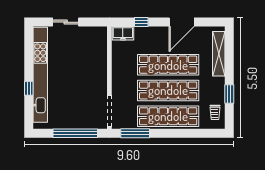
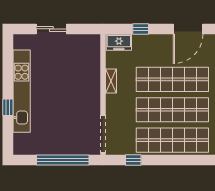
shelving: (116, 66) -> (111, 81), added
kitchen unit: (40, 75) -> (22, 91), width x0.73
window: (135, 133) -> (133, 160), width x0.46

